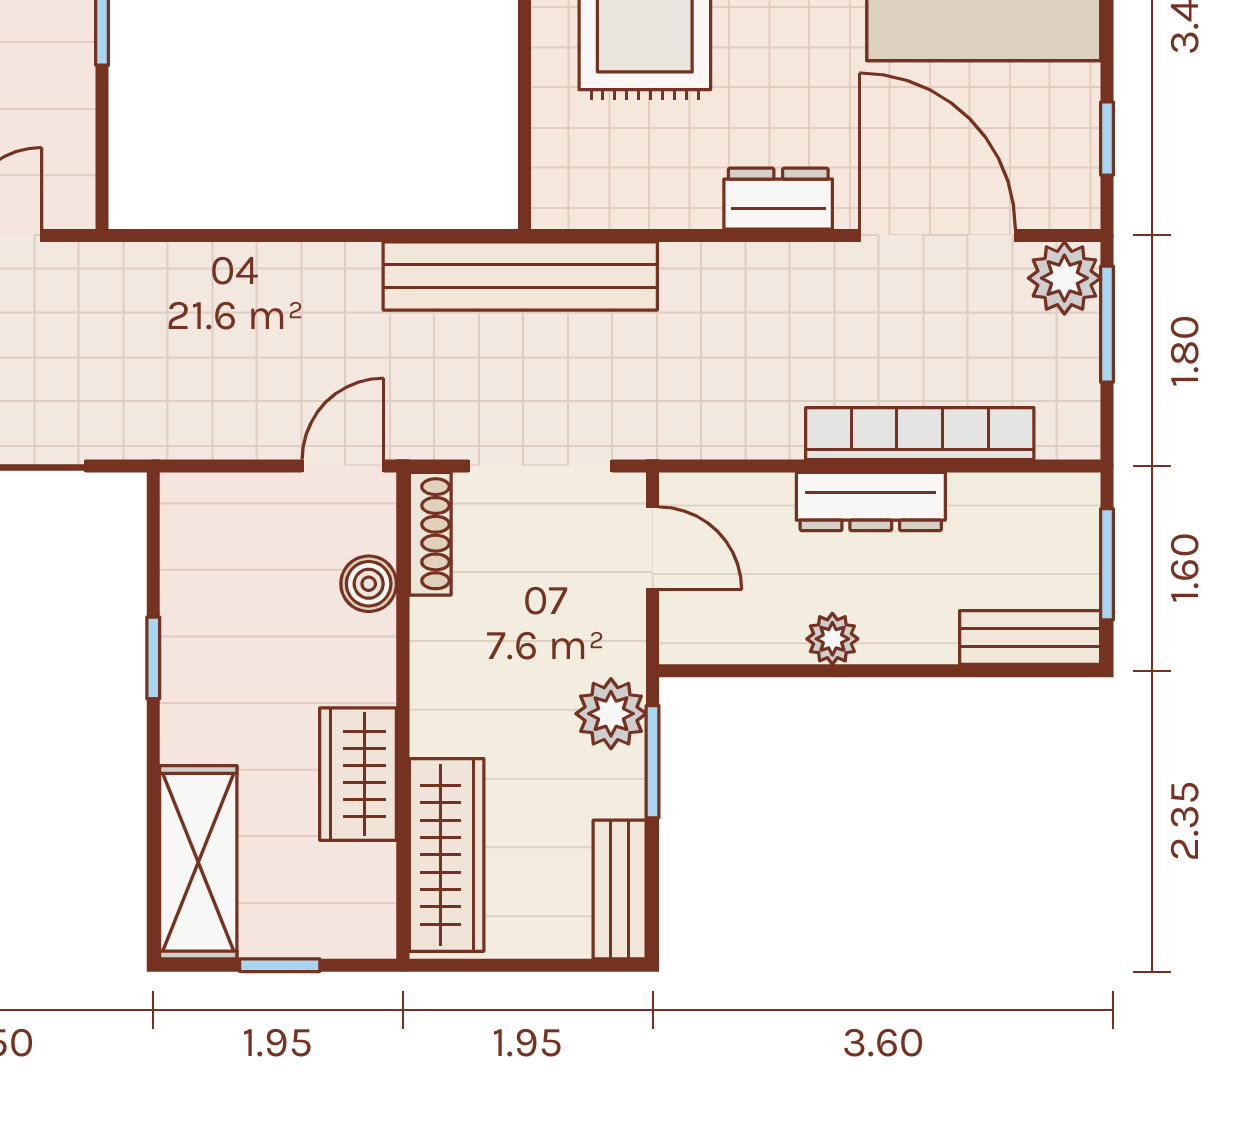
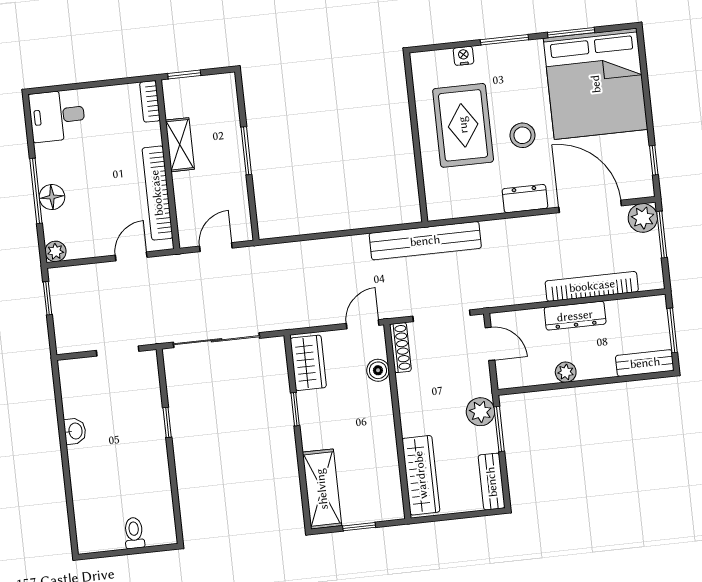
stool: (789, 41) -> (522, 135), added
wardrobe: (358, 774) -> (308, 363), moved, turned 180

